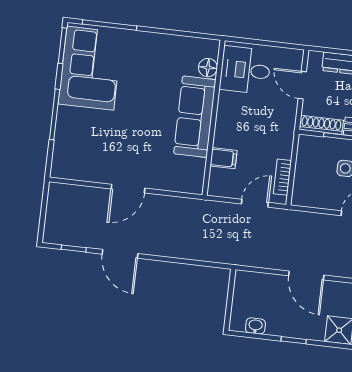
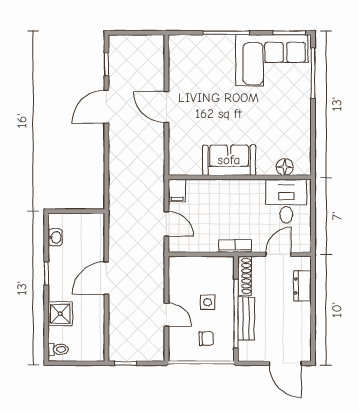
sofa: (195, 117) -> (229, 160), width x0.73
filing cabinet: (224, 158) -> (177, 191), moved
bookcase: (282, 177) -> (235, 246), moved

